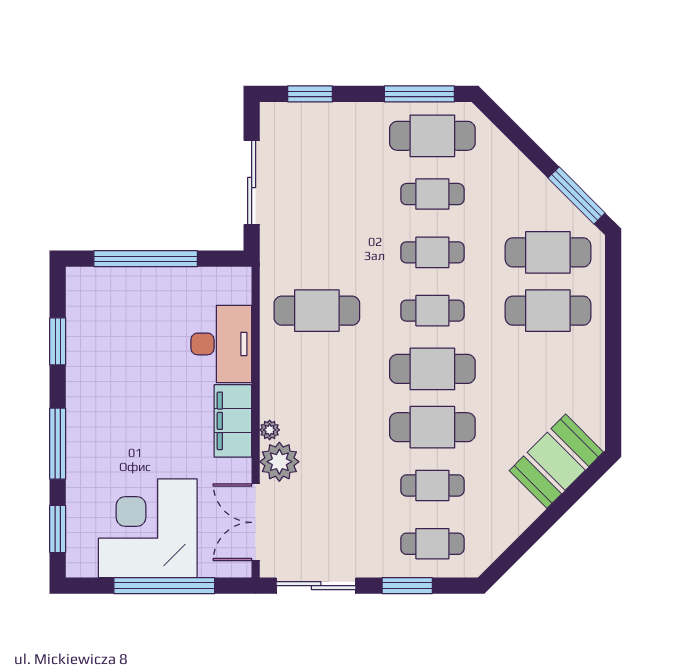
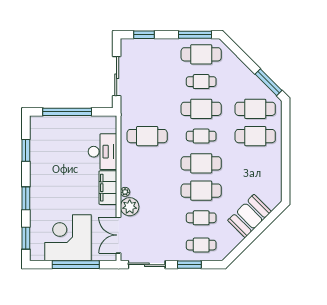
cafe table: (432, 252) -> (201, 109), width x1.37, depth x1.35
window: (58, 444) -> (26, 198), width x0.69
booth: (556, 461) -> (250, 216), moved

